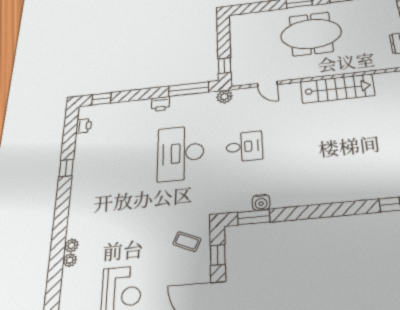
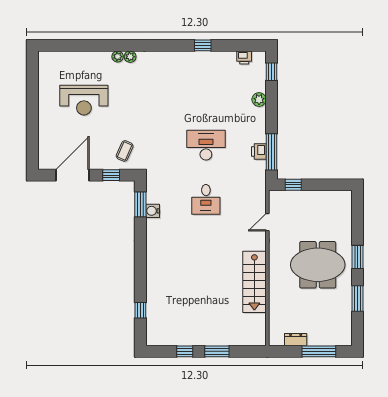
meeting table: (311, 34) -> (318, 265), turned 90
plant: (224, 97) -> (259, 100), moved
printer: (161, 104) -> (259, 151), moved
desk: (181, 153) -> (206, 145), width x0.73, depth x0.77

